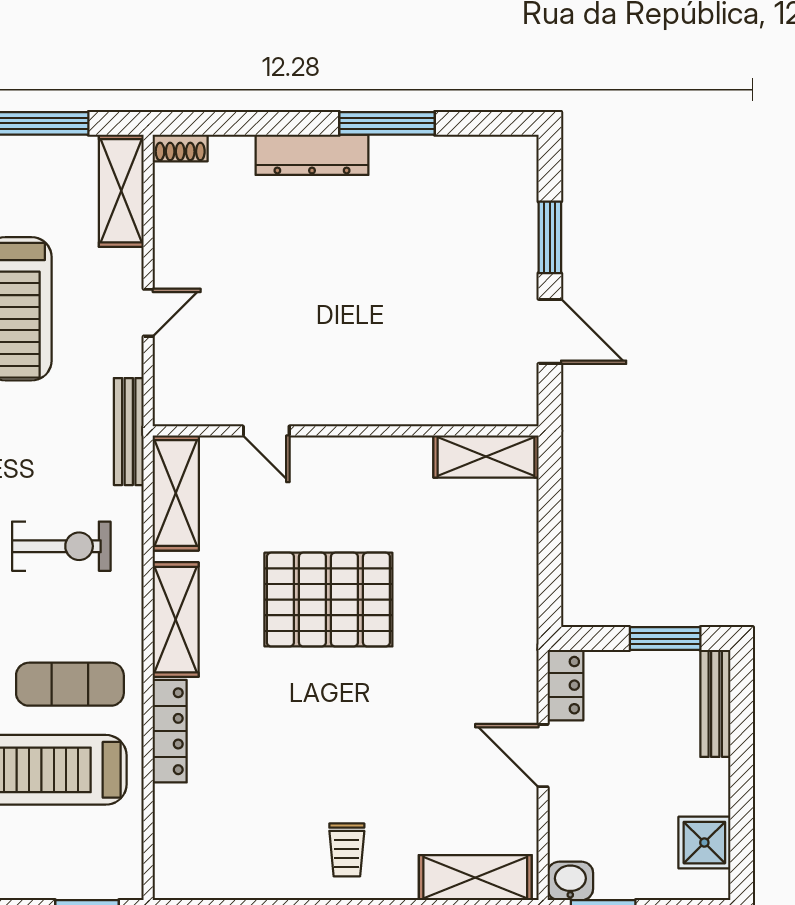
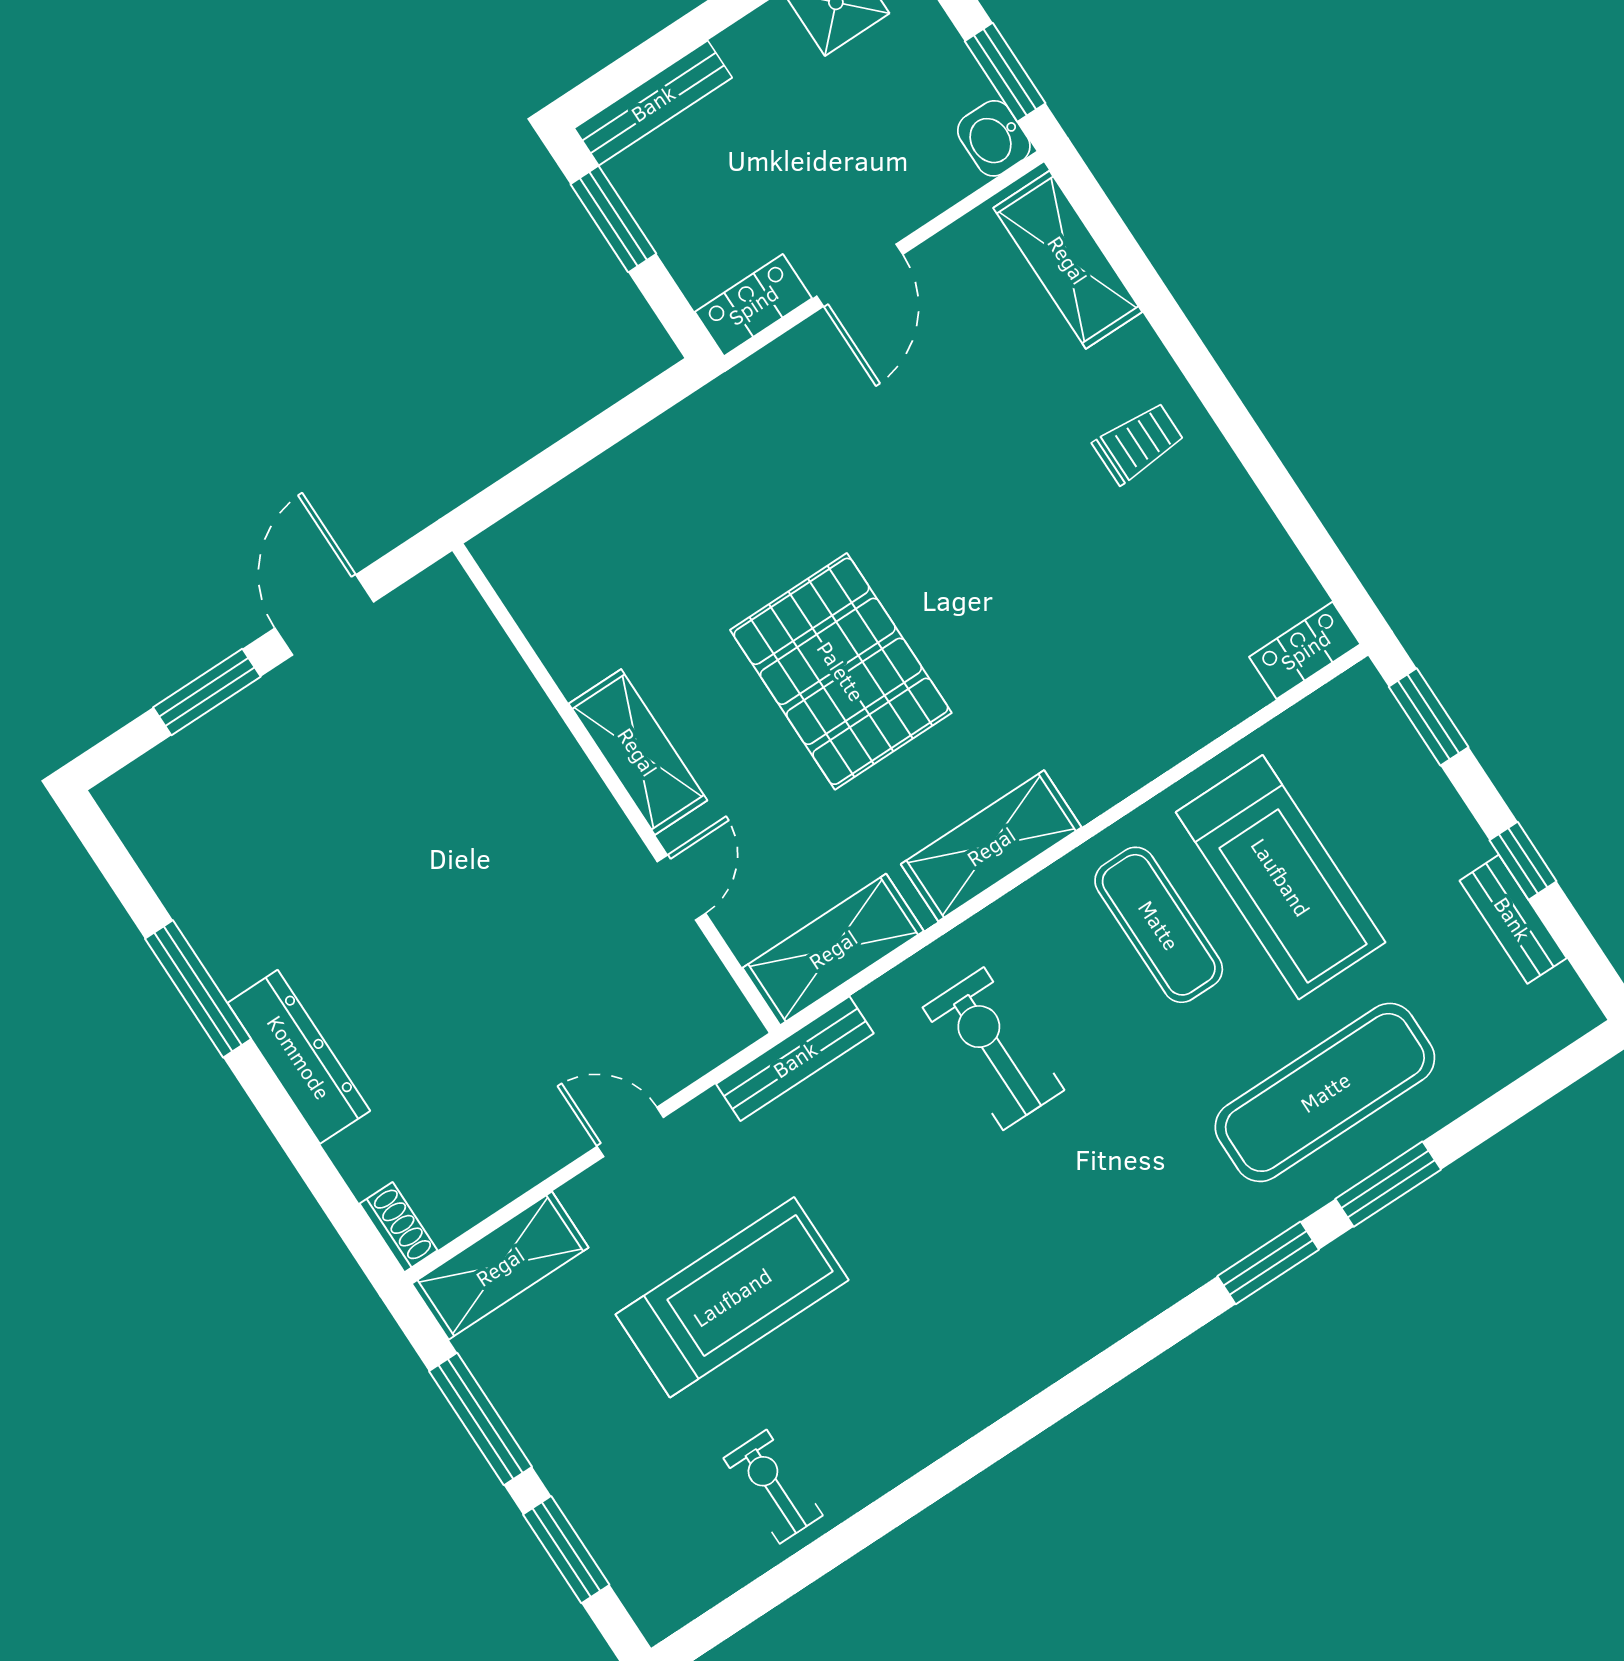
shelving: (486, 456) -> (638, 752), moved
locker: (170, 731) -> (1305, 650), moved, width x0.66

